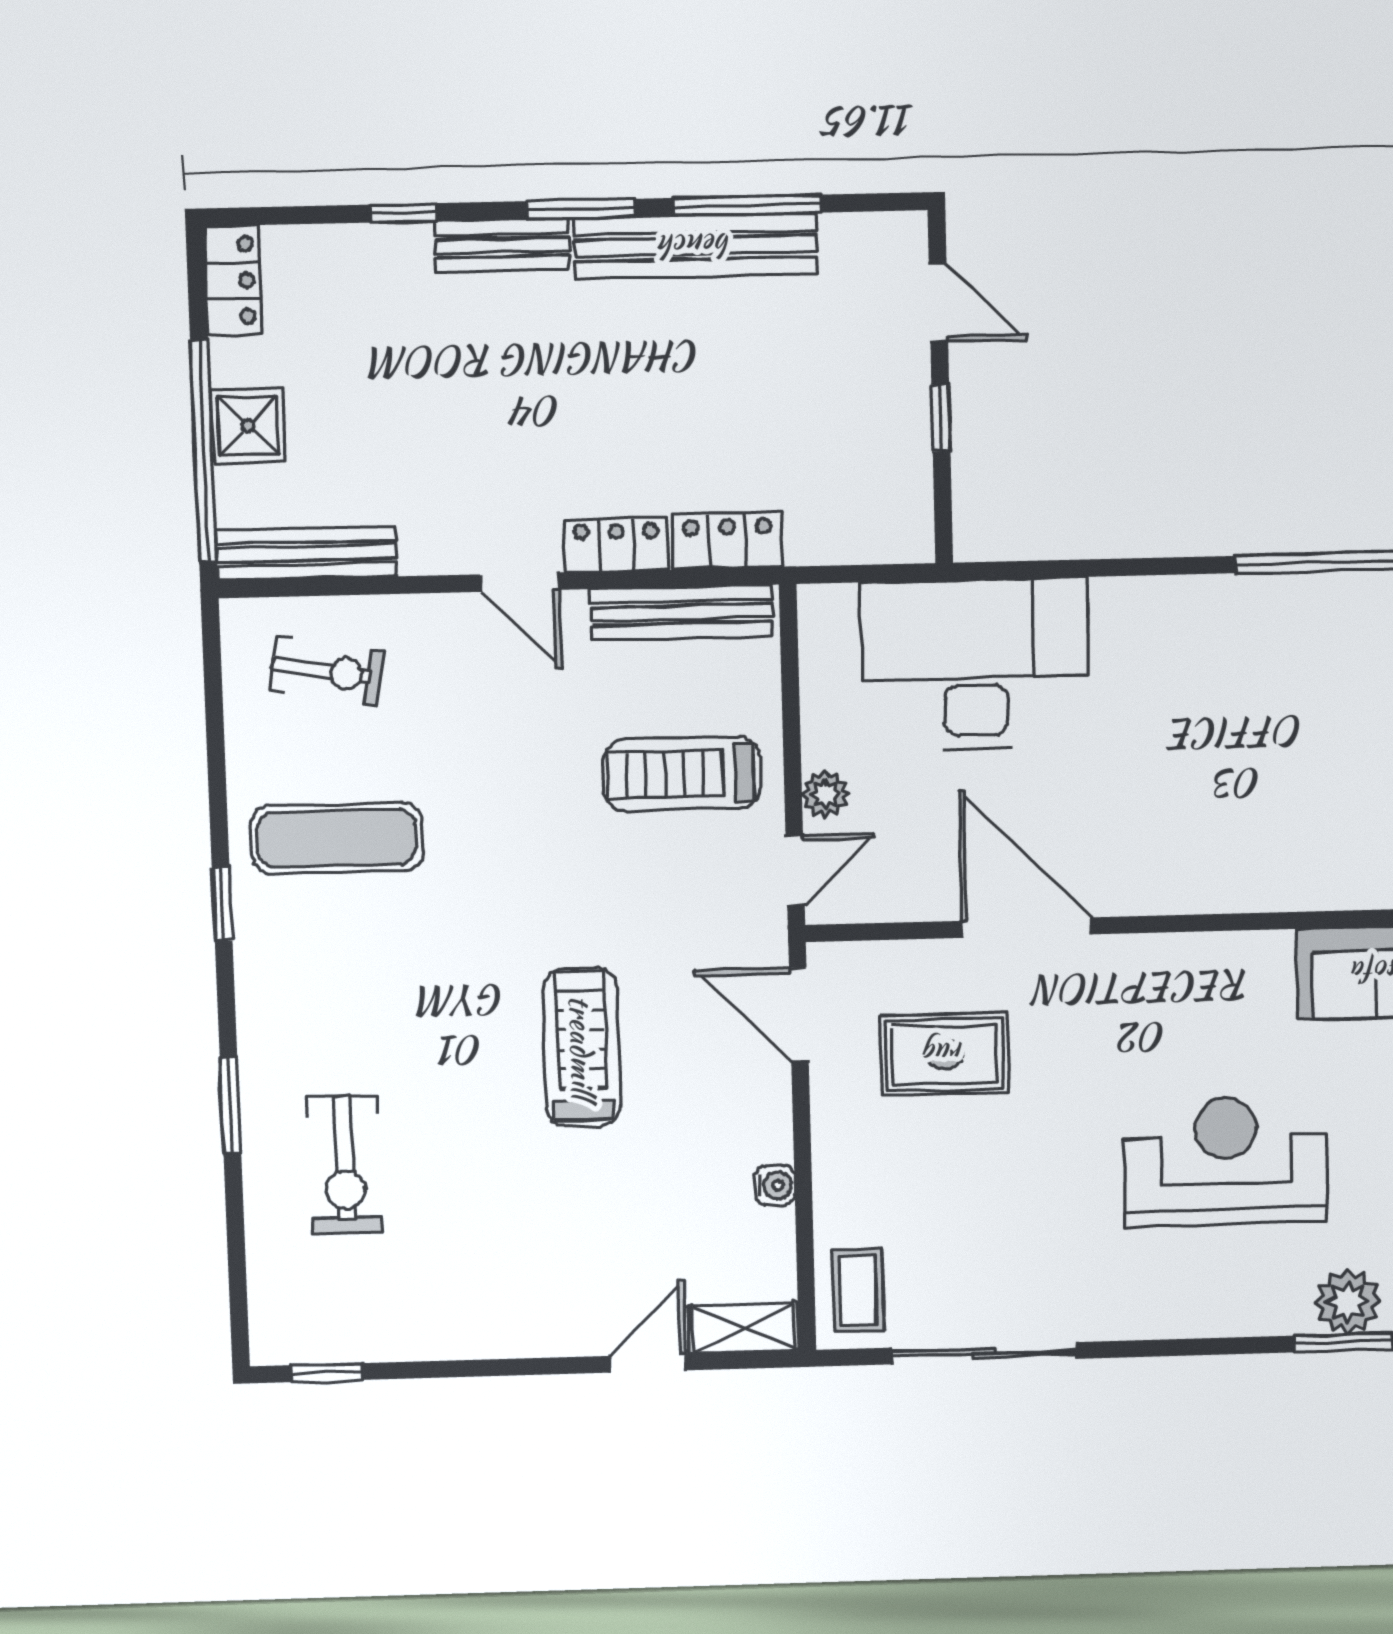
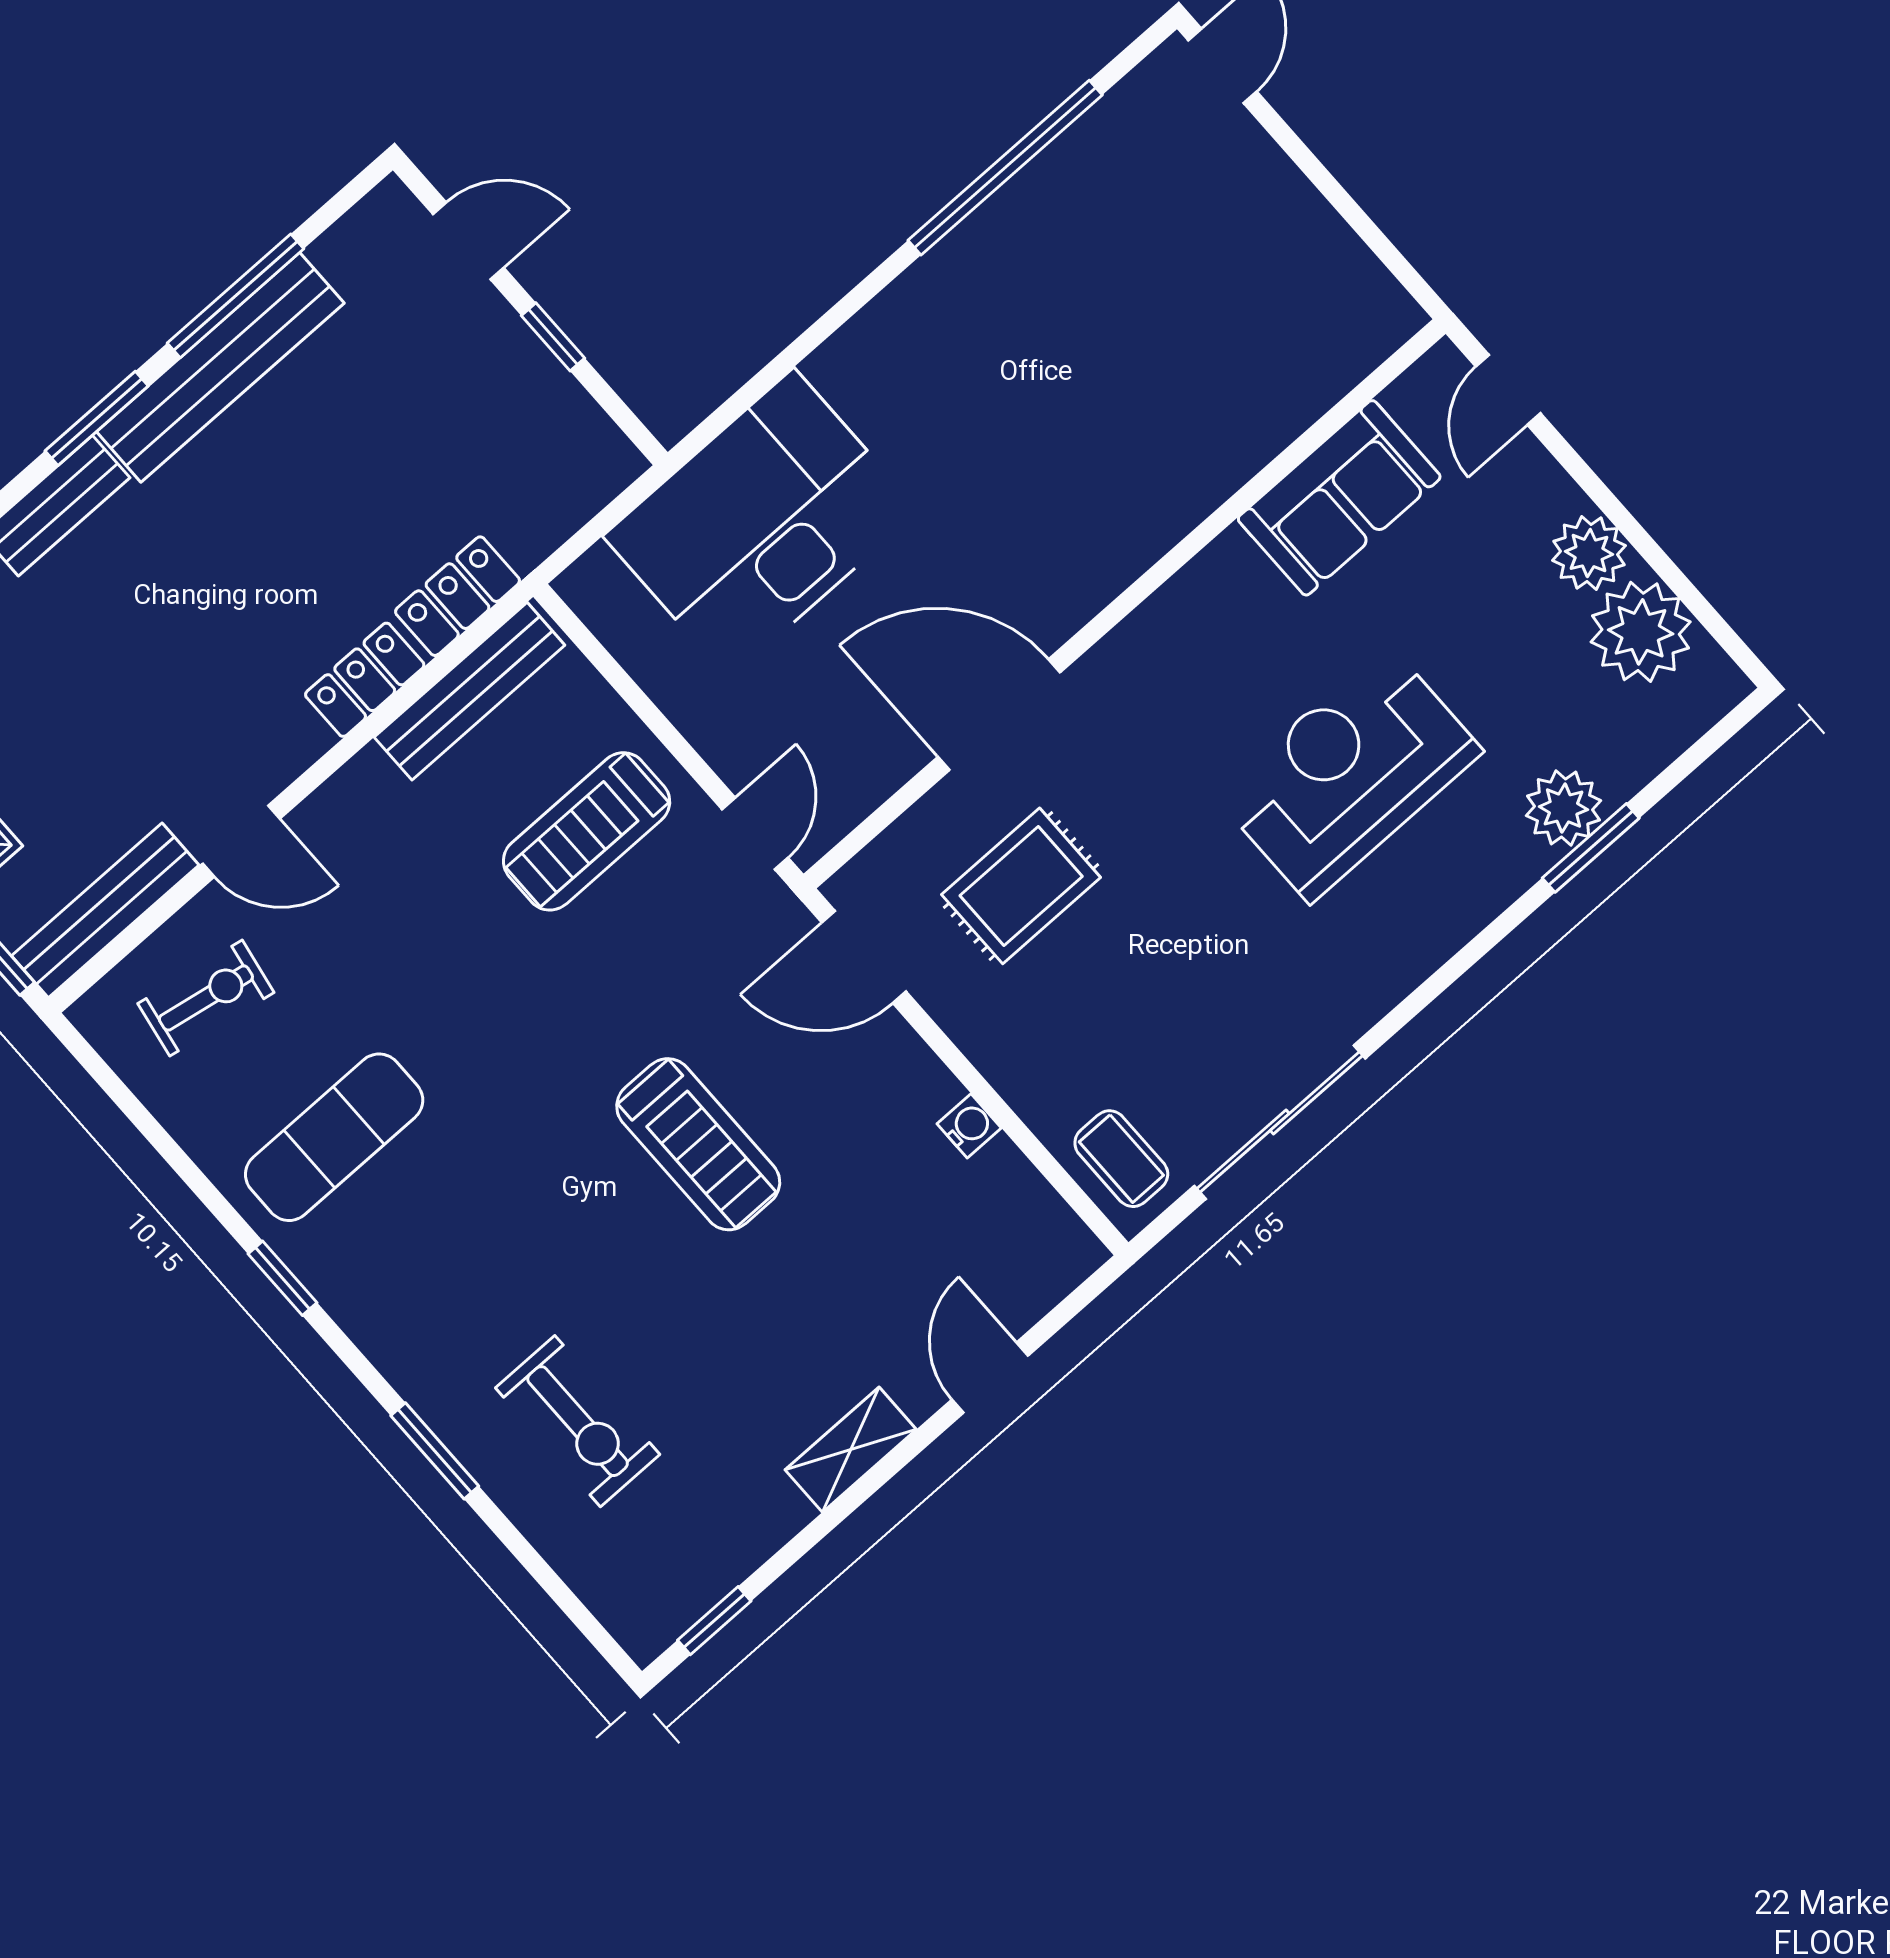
door: (519, 582) -> (241, 841), moved
plant: (825, 794) -> (726, 745), removed
treadmill: (582, 1047) -> (698, 1144), turned 180
shelving: (744, 1328) -> (851, 1450), moved

